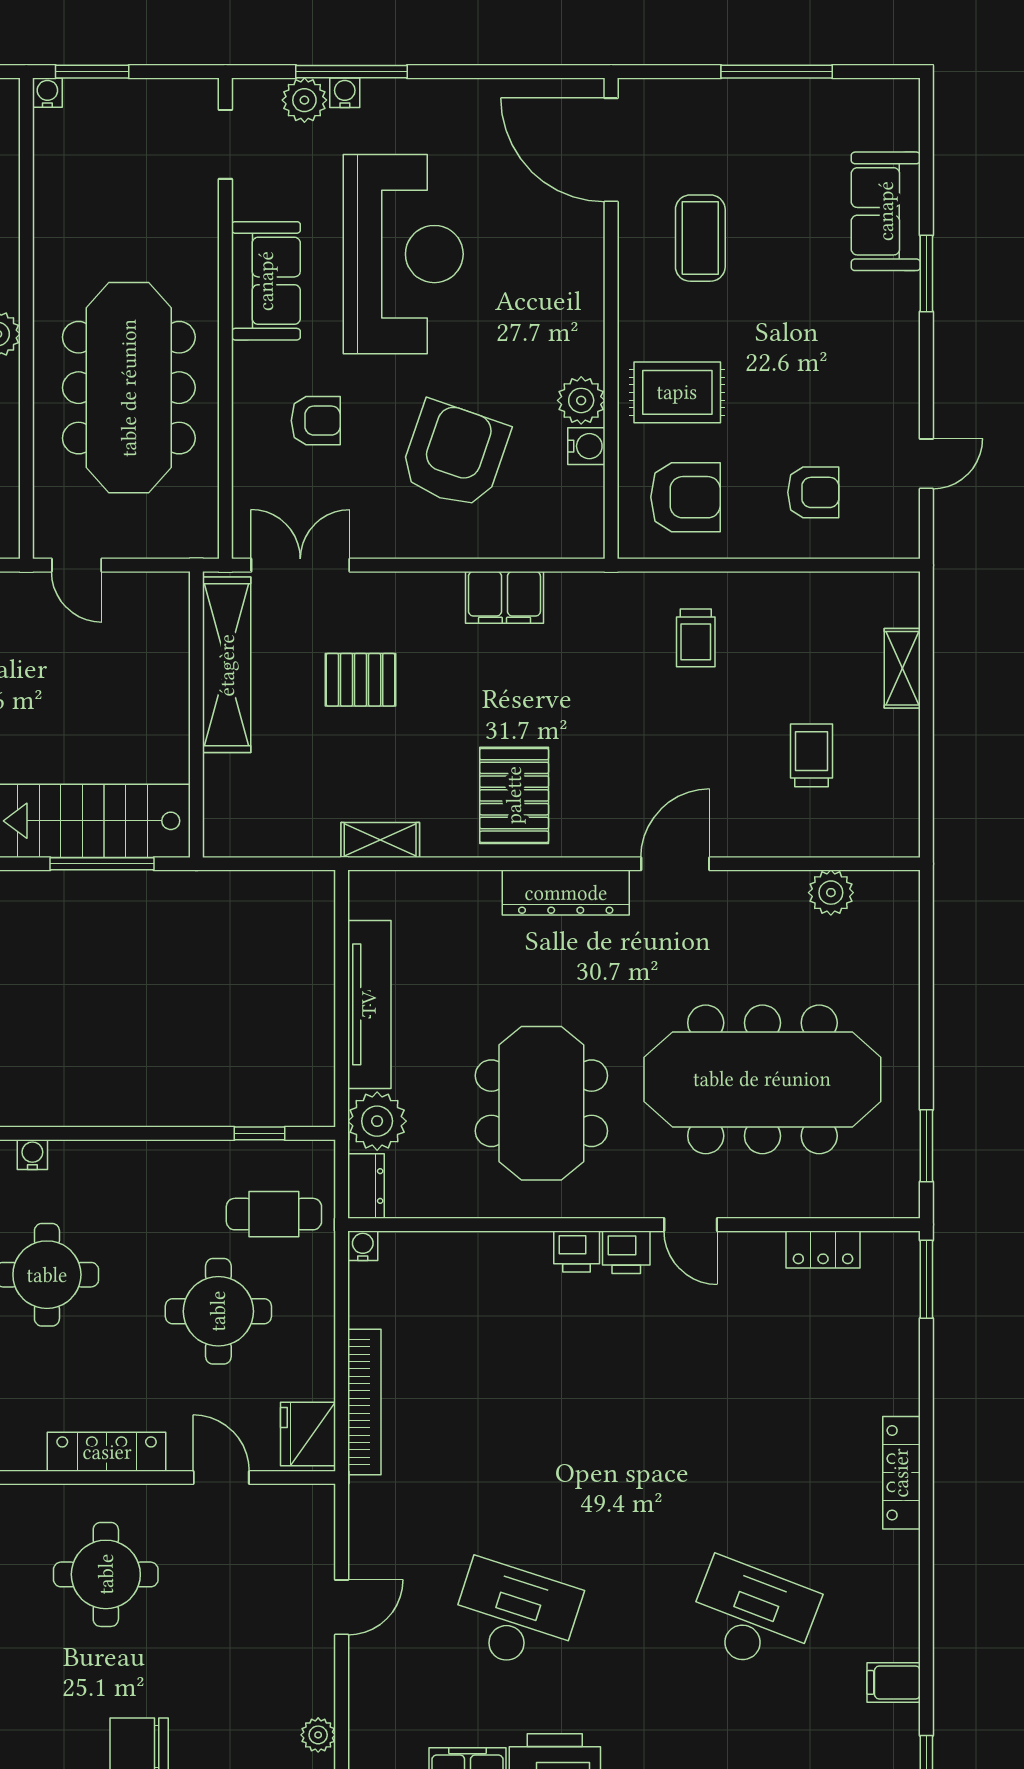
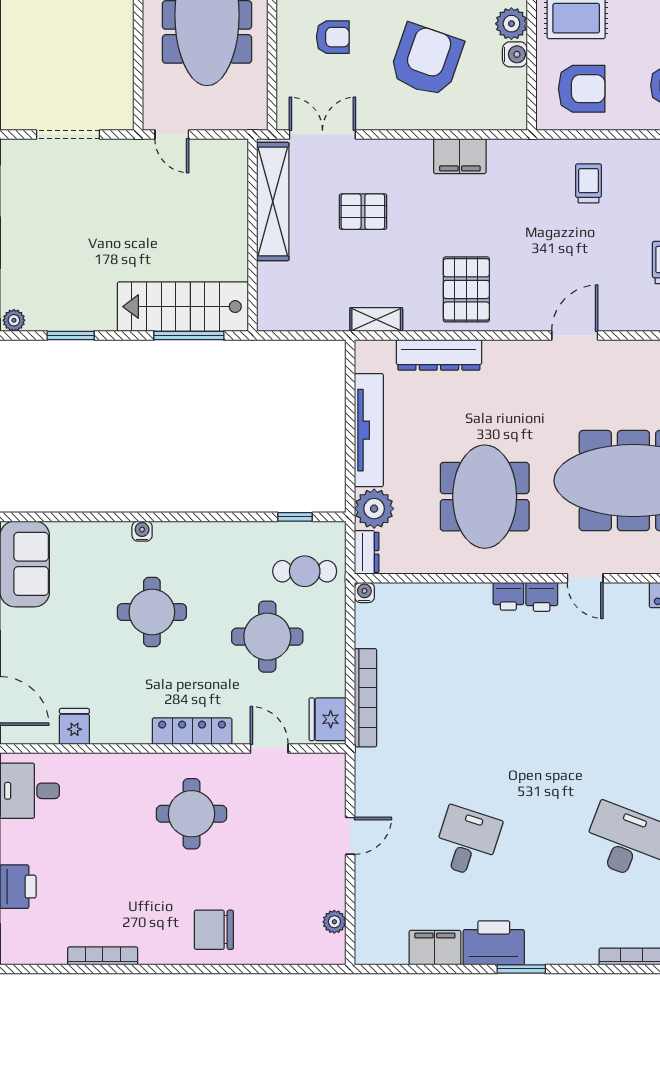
trolley: (696, 638) -> (589, 183), turned 180
dresser: (566, 893) -> (439, 355), moved
desk: (515, 1616) -> (467, 842), width x0.73

